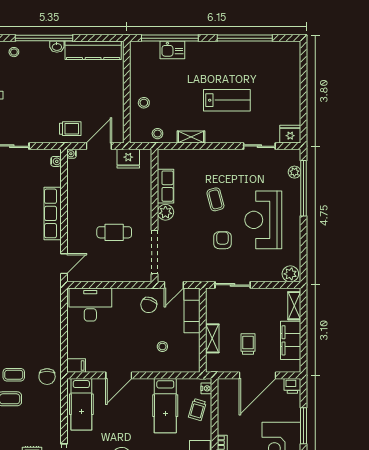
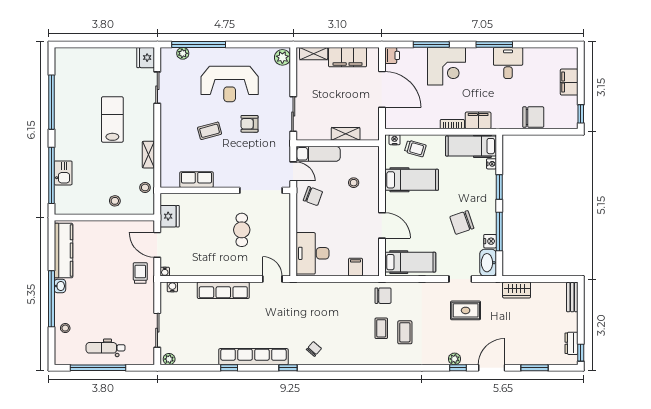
plant: (165, 212) -> (222, 180), removed
trolley: (248, 344) -> (351, 99), removed
filing cabinet: (76, 366) -> (355, 267), moved

